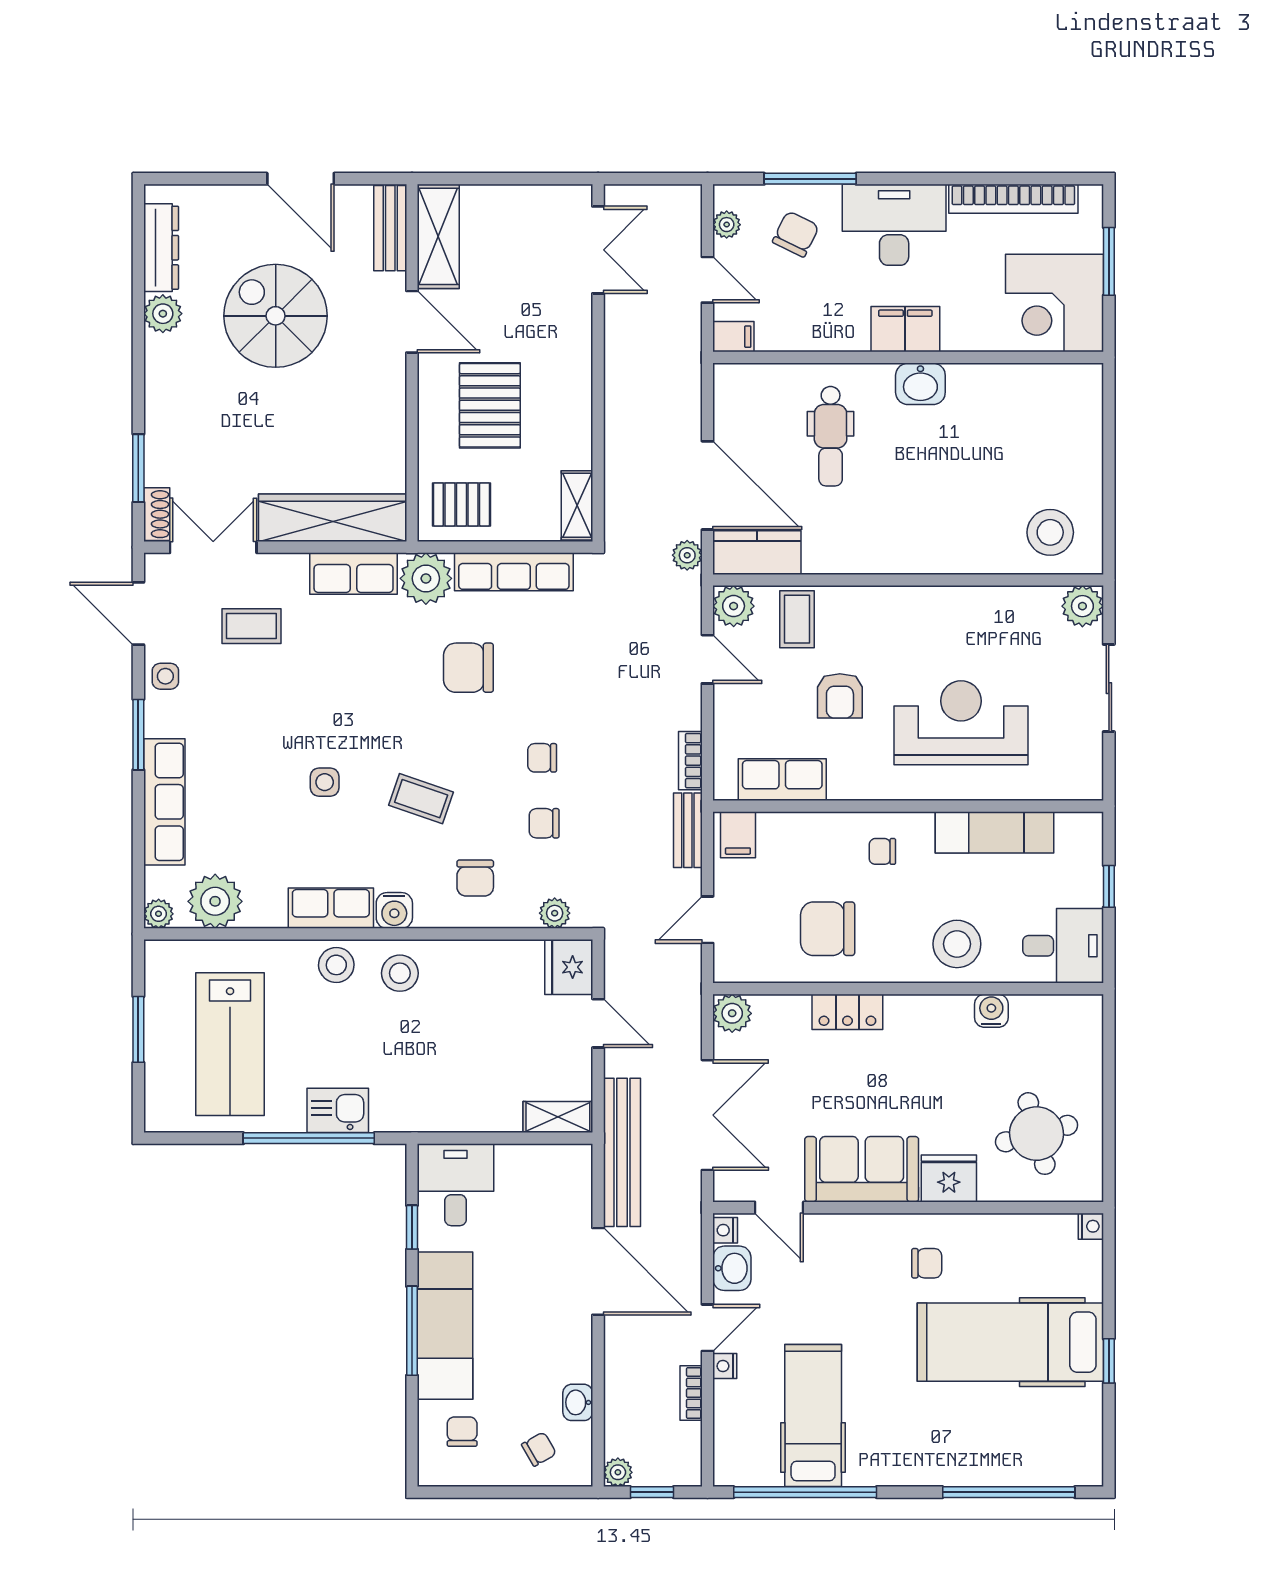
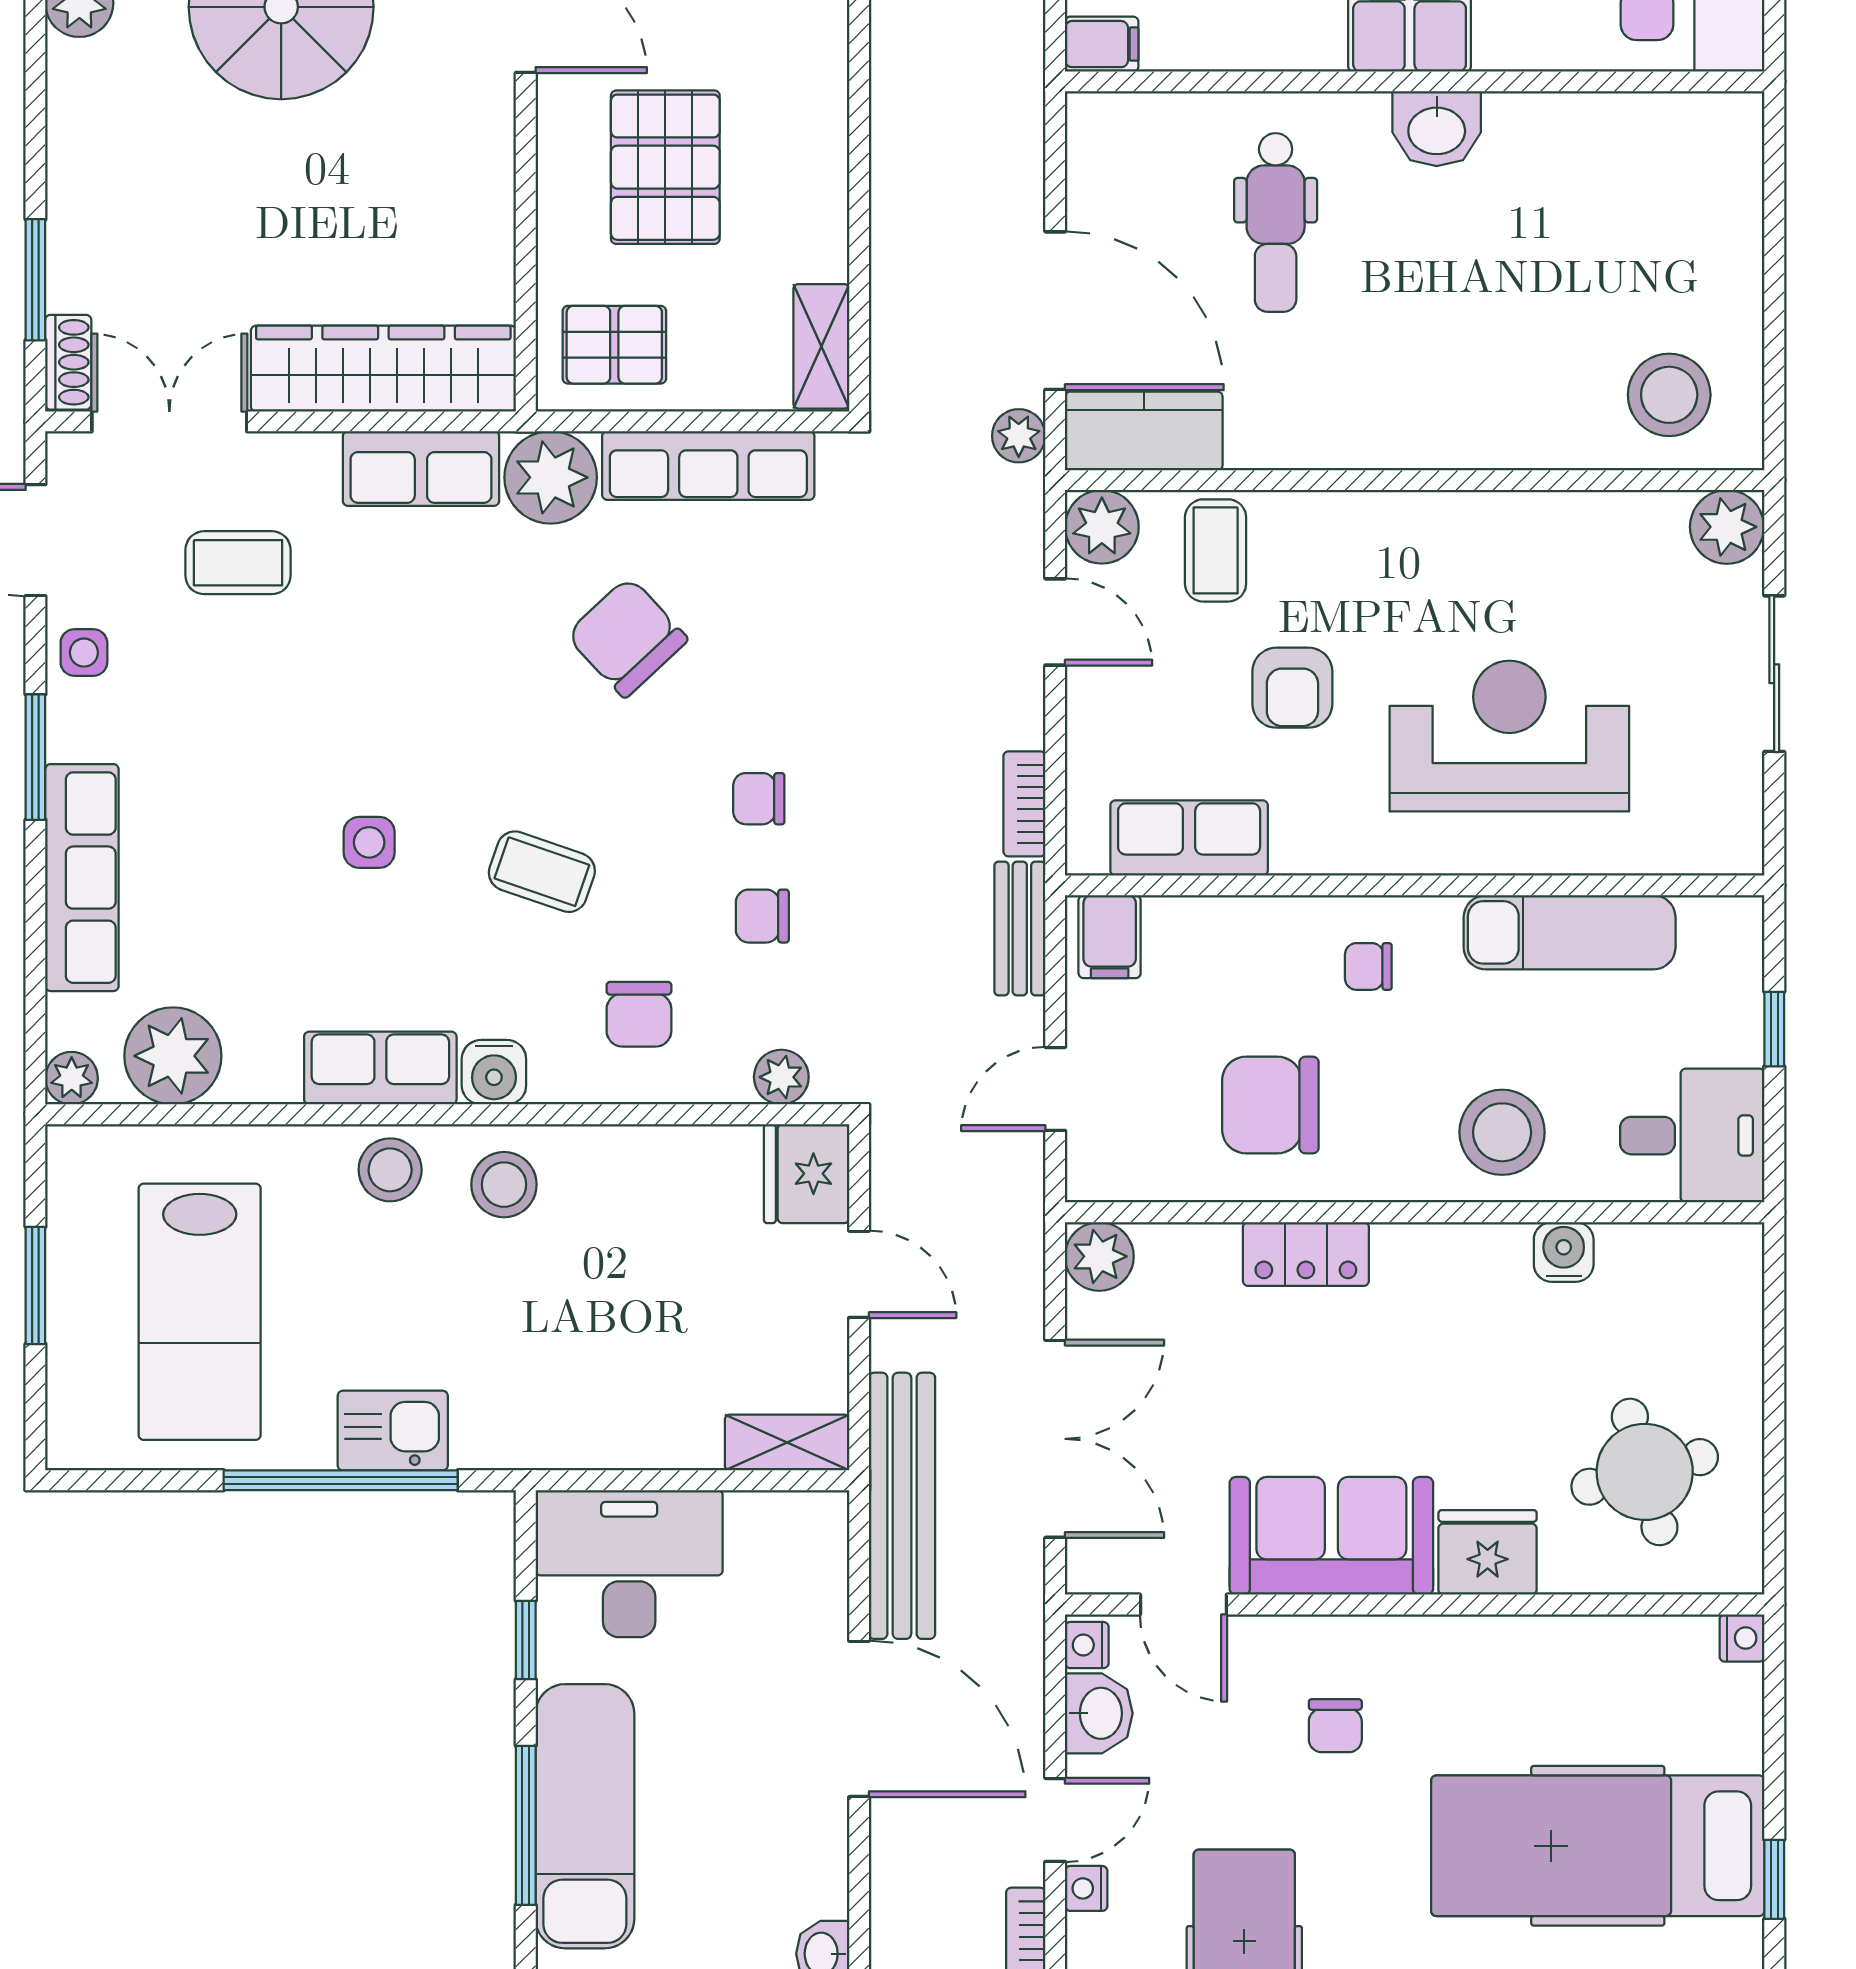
chair: (468, 668) -> (627, 637), turned 47
desk: (456, 1185) -> (629, 1564), width x1.37
chair: (927, 1263) -> (1335, 1726), moved, turned 90

